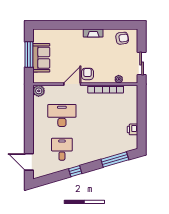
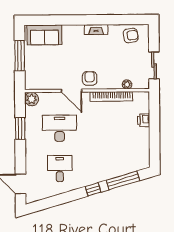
sofa: (41, 58) -> (44, 35), moved, turned 90
door: (72, 84) -> (71, 91), swing flipped
window: (29, 115) -> (20, 128), added
printer: (132, 129) -> (144, 120), moved
window: (75, 171) -> (93, 189), moved

